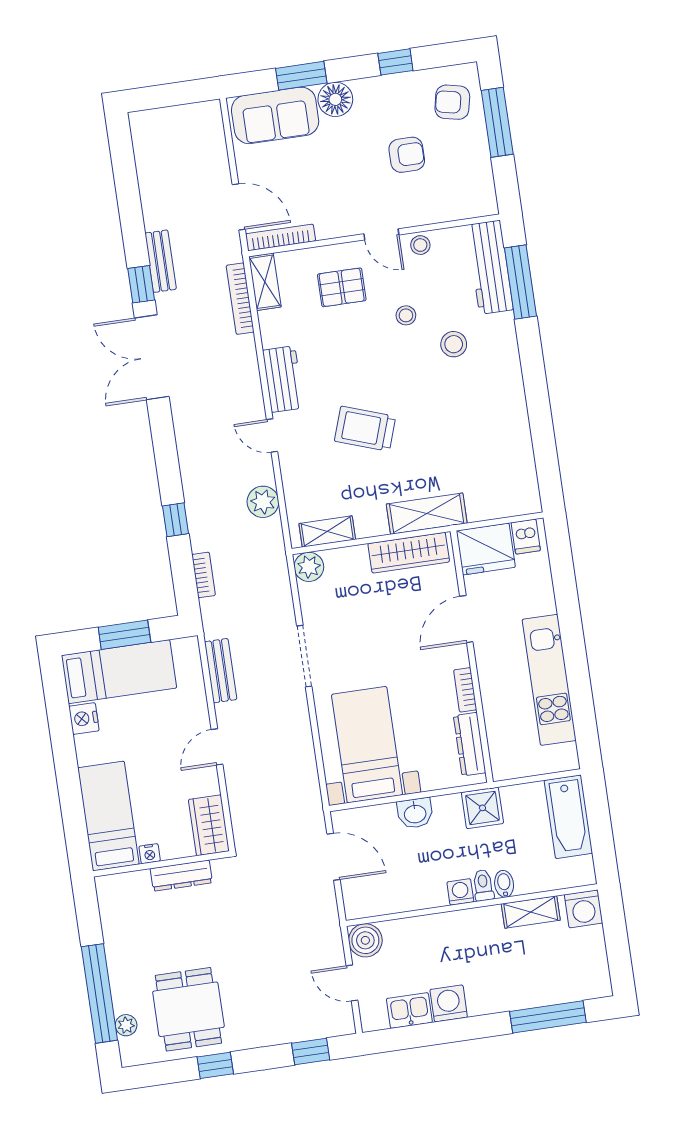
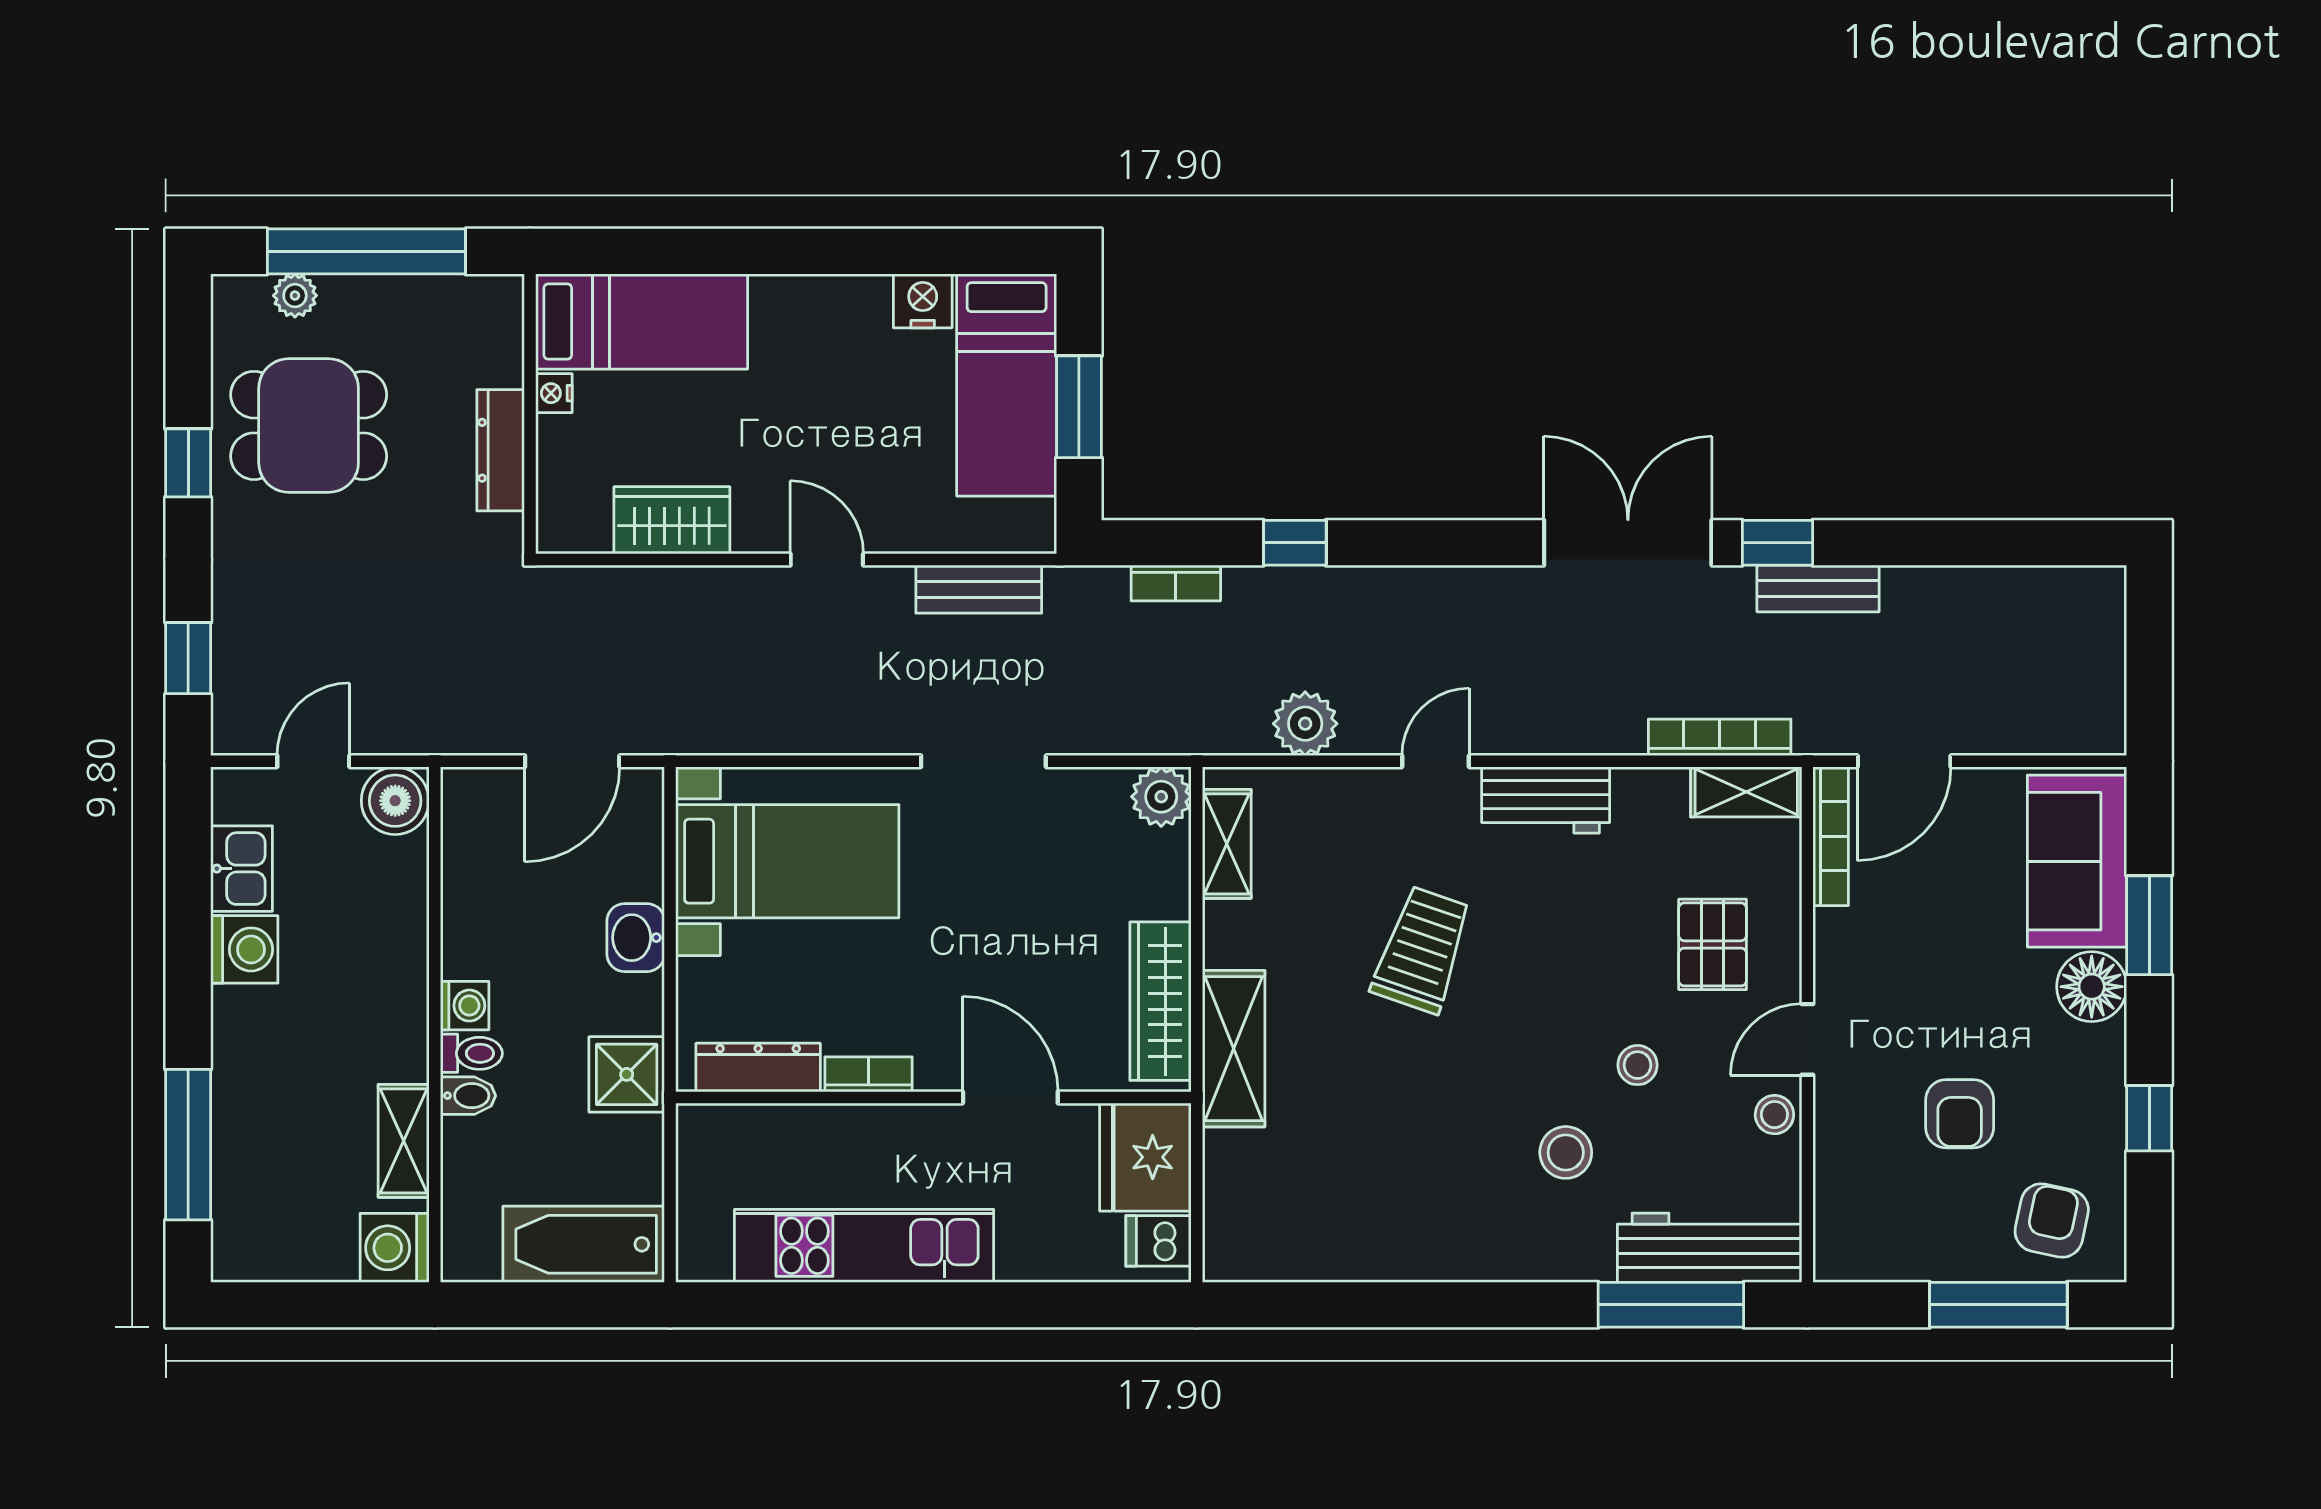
bed: (108, 816) -> (642, 321), moved
nightstand: (150, 854) -> (554, 393), moved
wall: (161, 864) -> (530, 414), moved
dresser: (181, 876) -> (501, 450), moved

